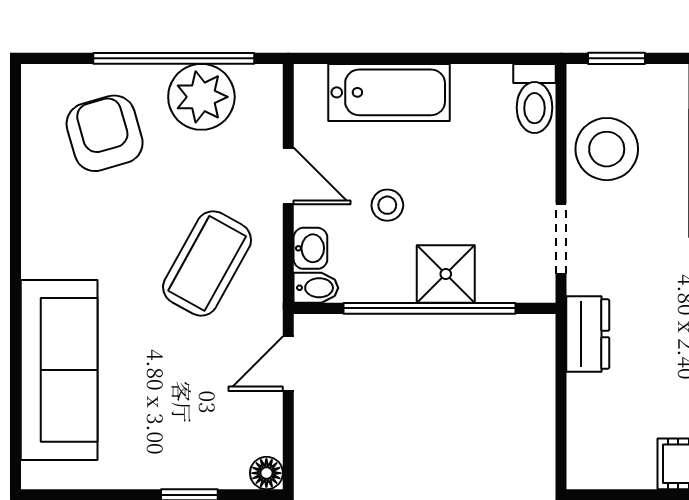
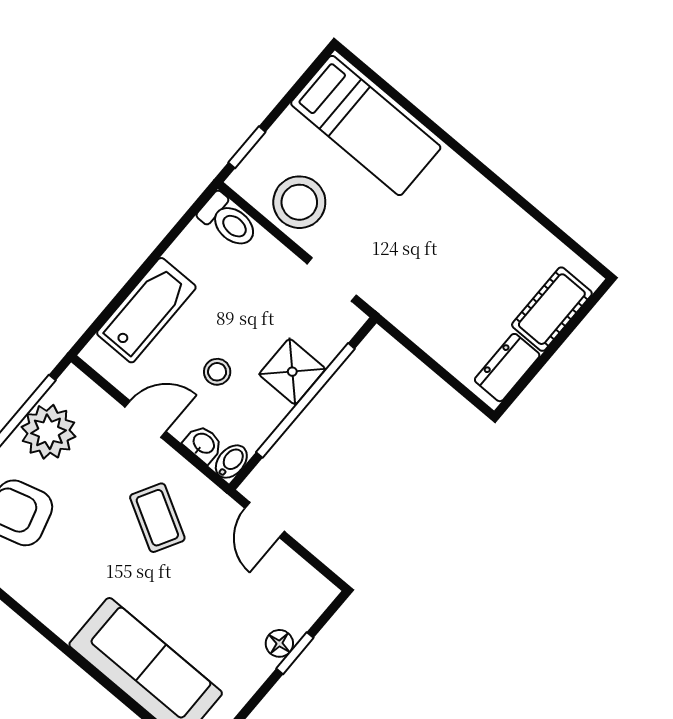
coffee table: (207, 263) -> (157, 518), width x0.73, depth x0.77
dresser: (588, 334) -> (507, 368), moved, turned -90
floor lamp: (266, 473) -> (279, 643), moved

